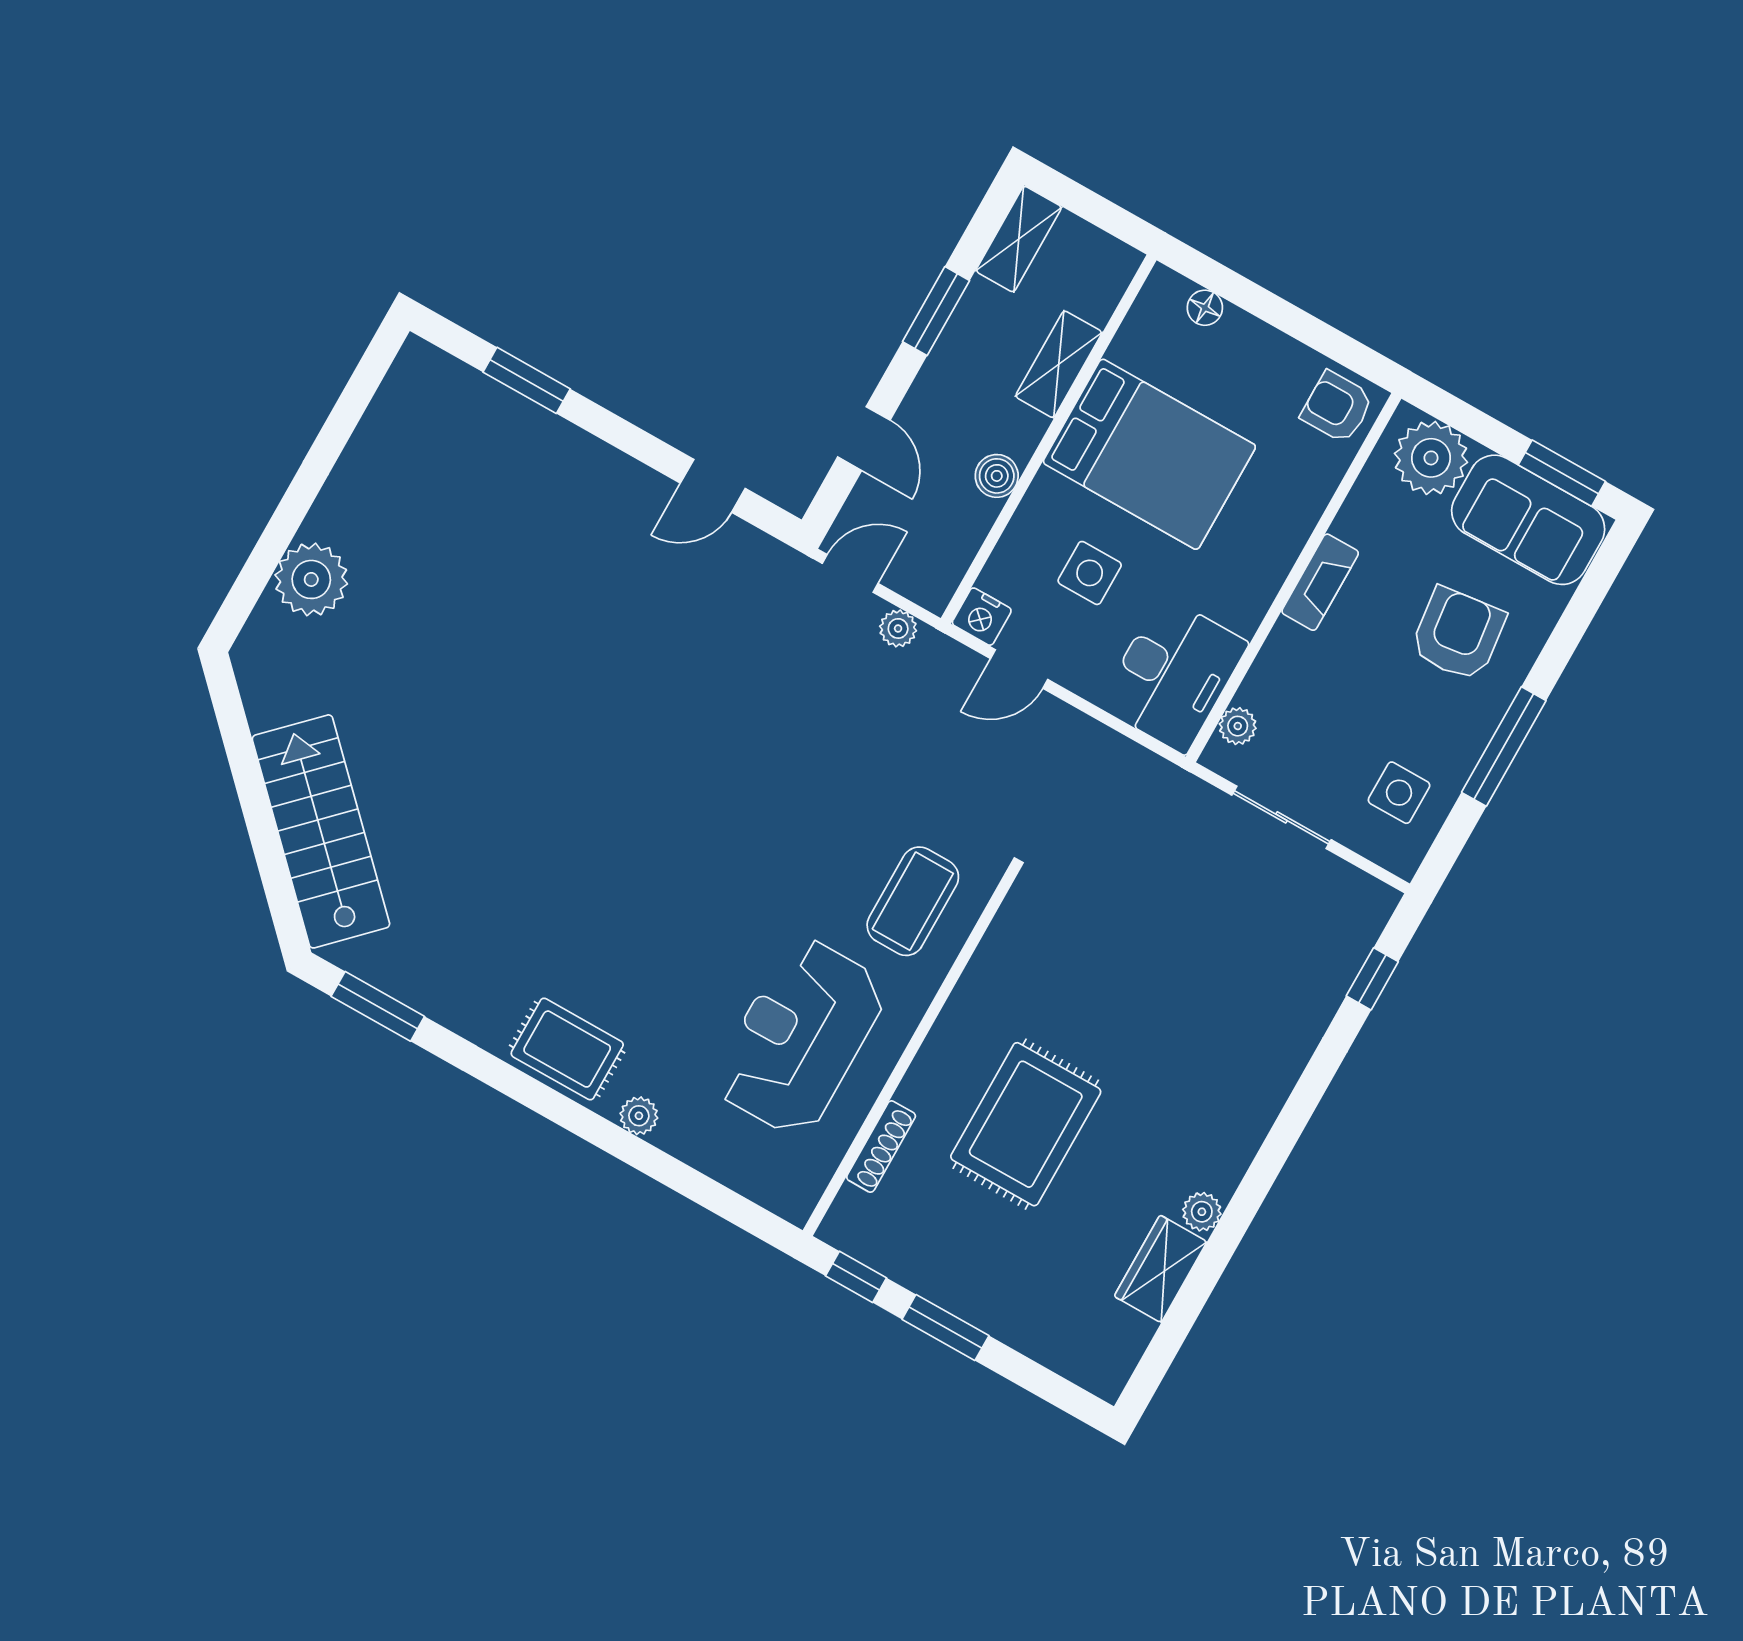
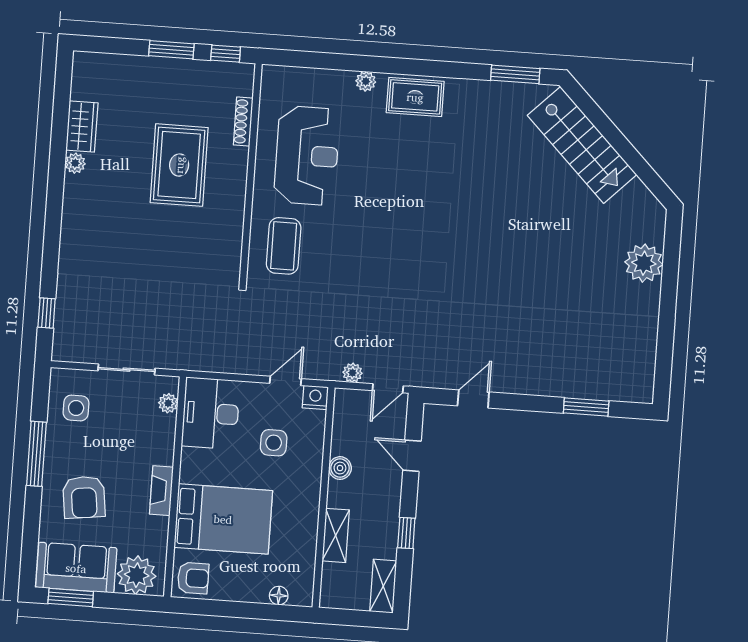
window: (936, 311) -> (406, 533), width x0.67
bed: (1149, 454) -> (223, 519), moved, turned 180

